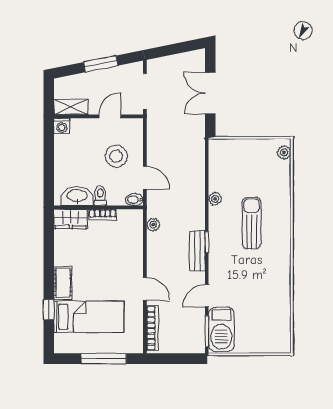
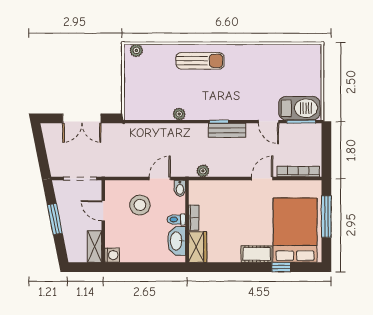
sun lounger: (252, 223) -> (200, 61), moved, turned 180
bed: (89, 317) -> (295, 230), width x1.50

